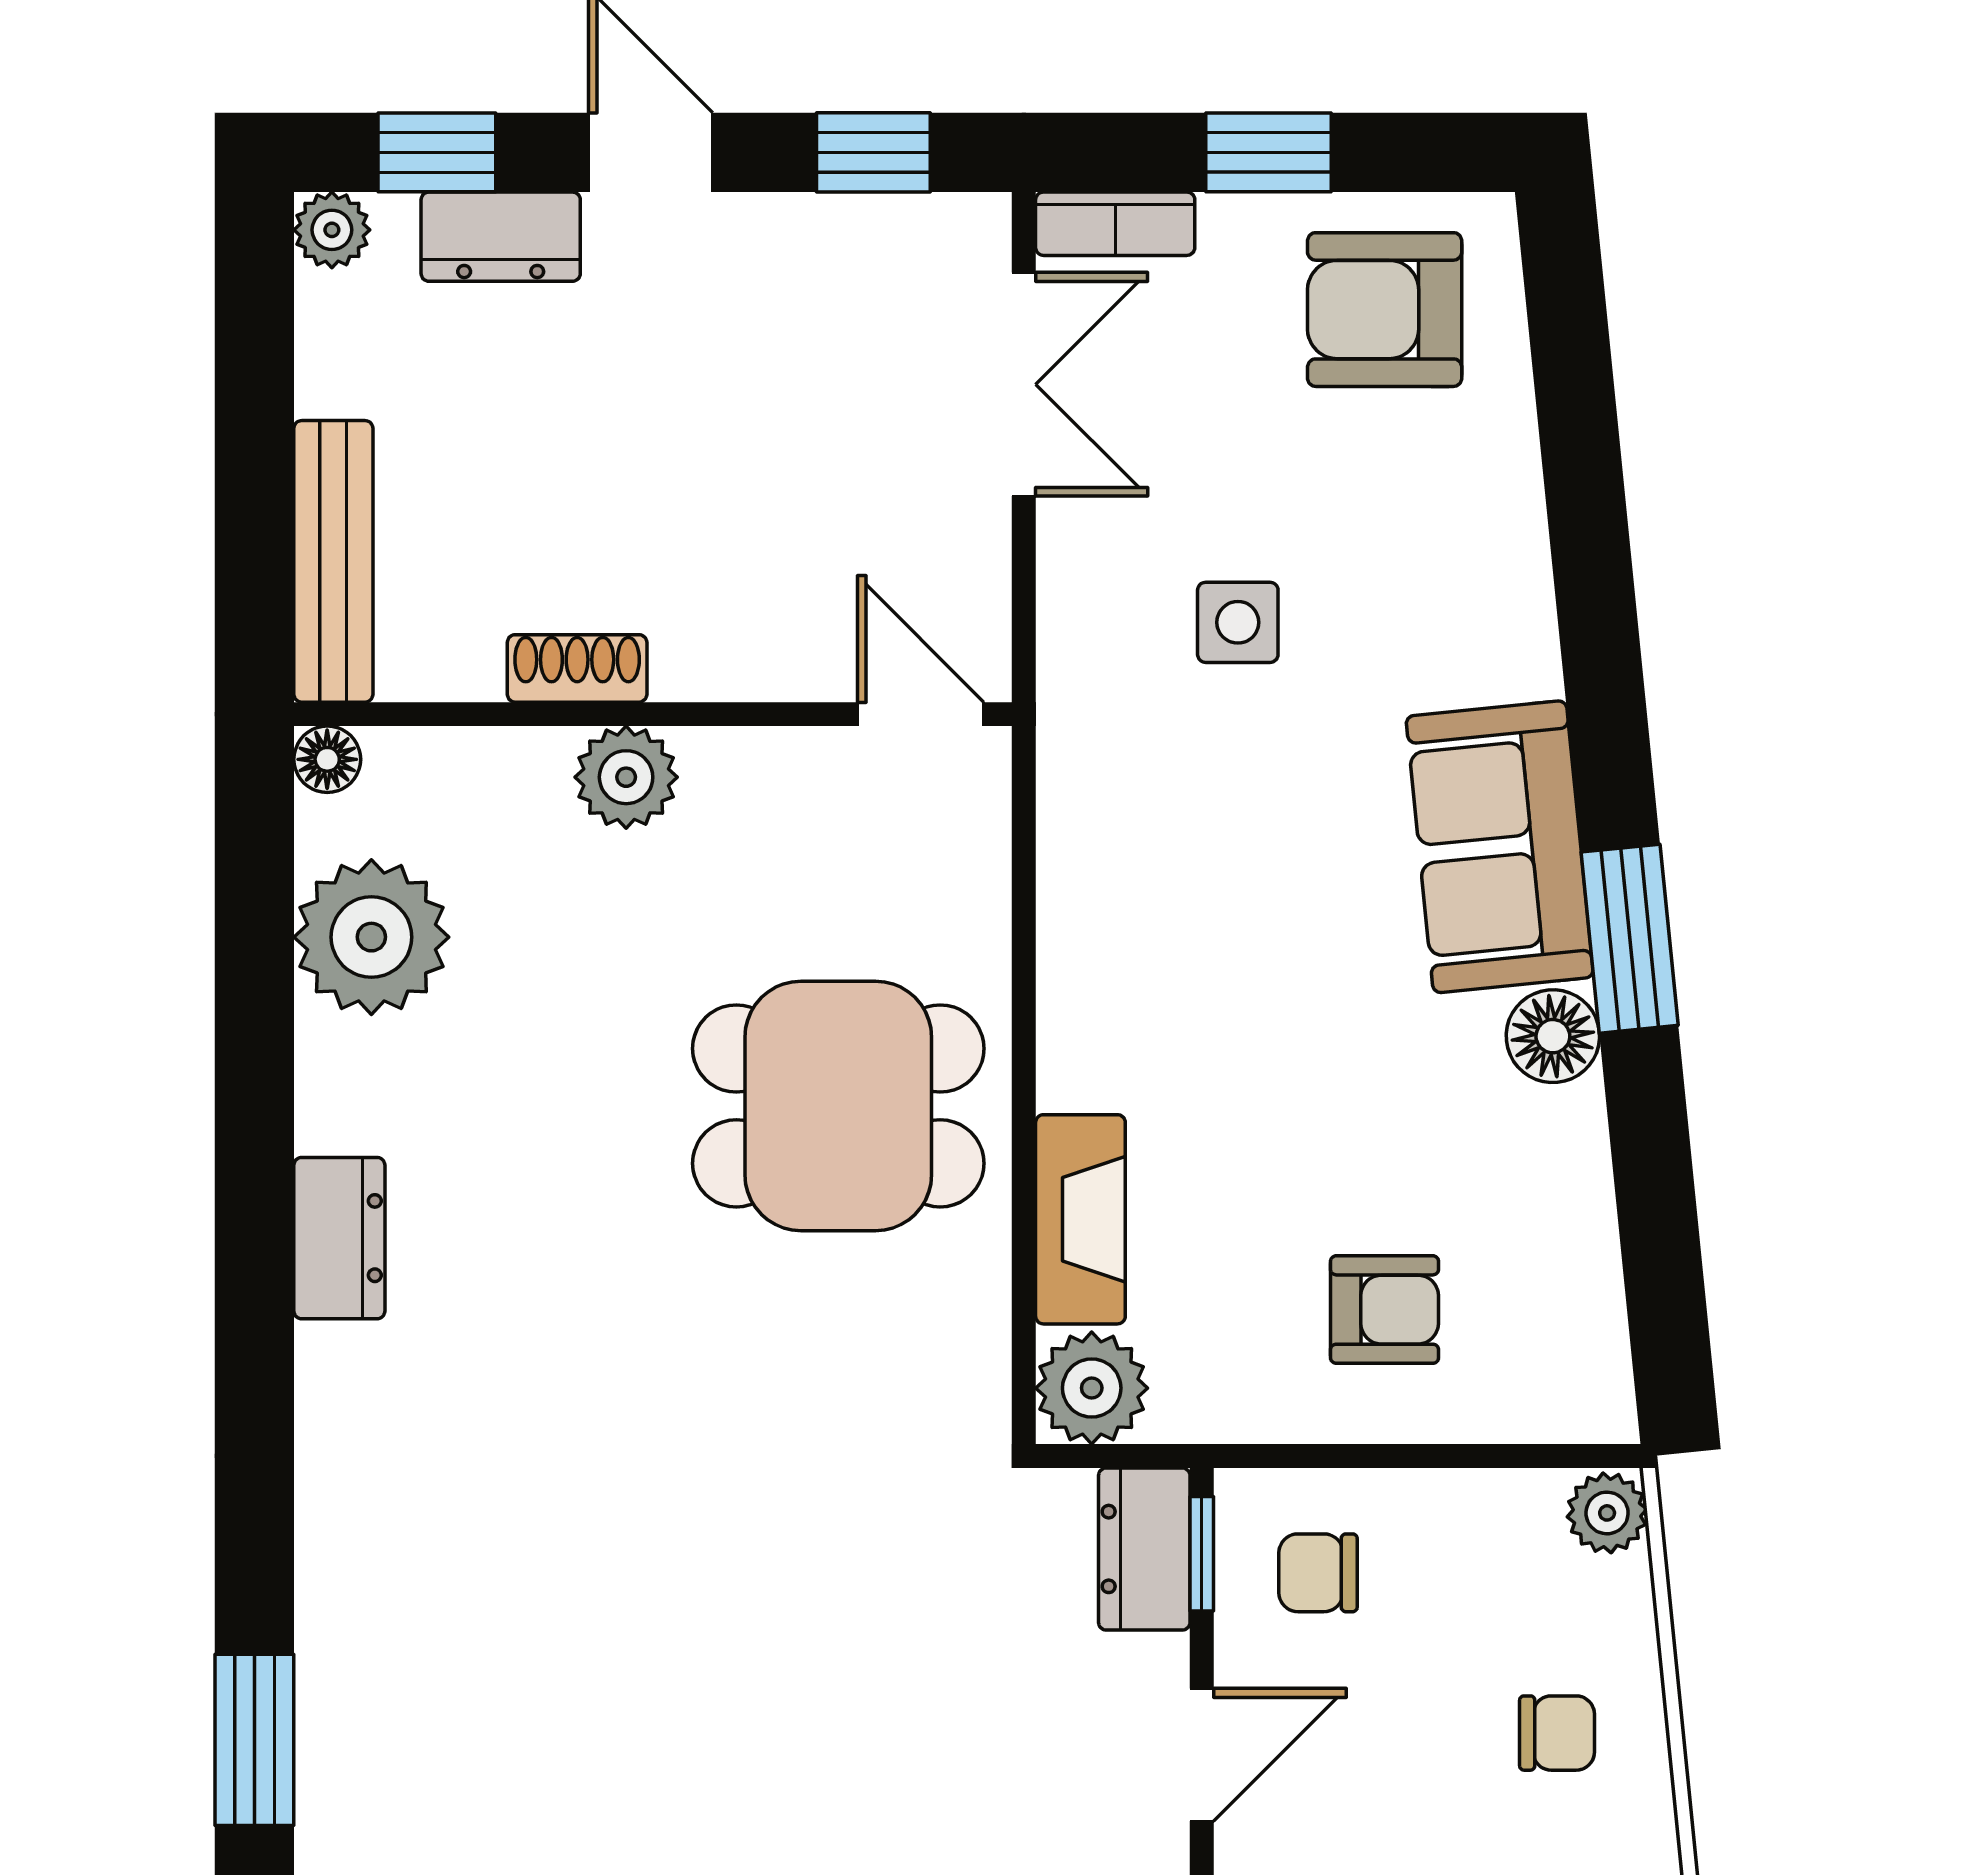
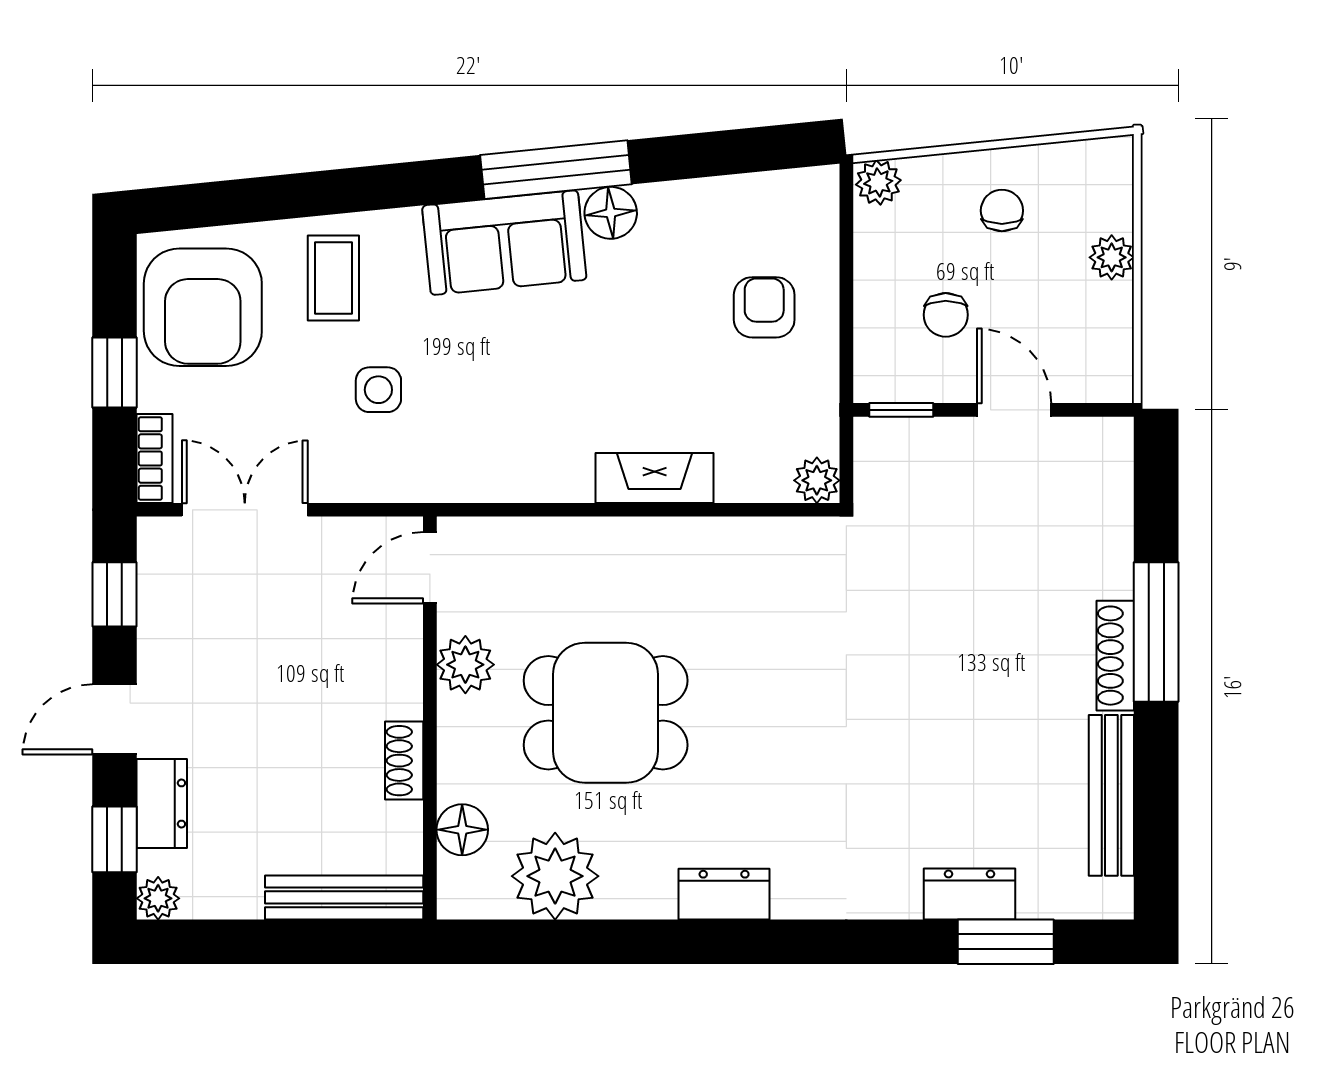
armchair: (1385, 310) -> (203, 307), width x1.36, depth x1.36
coffee table: (1437, 542) -> (333, 278), added
floor lamp: (327, 759) -> (462, 830), moved, width x1.37, depth x1.37
plant: (626, 777) -> (465, 665), moved
window: (1630, 939) -> (556, 170), width x1.44
dining table: (838, 1106) -> (606, 713), moved, turned 90
fireplace: (1080, 1219) -> (655, 478), moved
plant: (1092, 1388) -> (817, 480), width x0.73, depth x0.73
dresser: (1144, 1549) -> (969, 894), moved, turned 180
chair: (1318, 1573) -> (946, 315), moved

